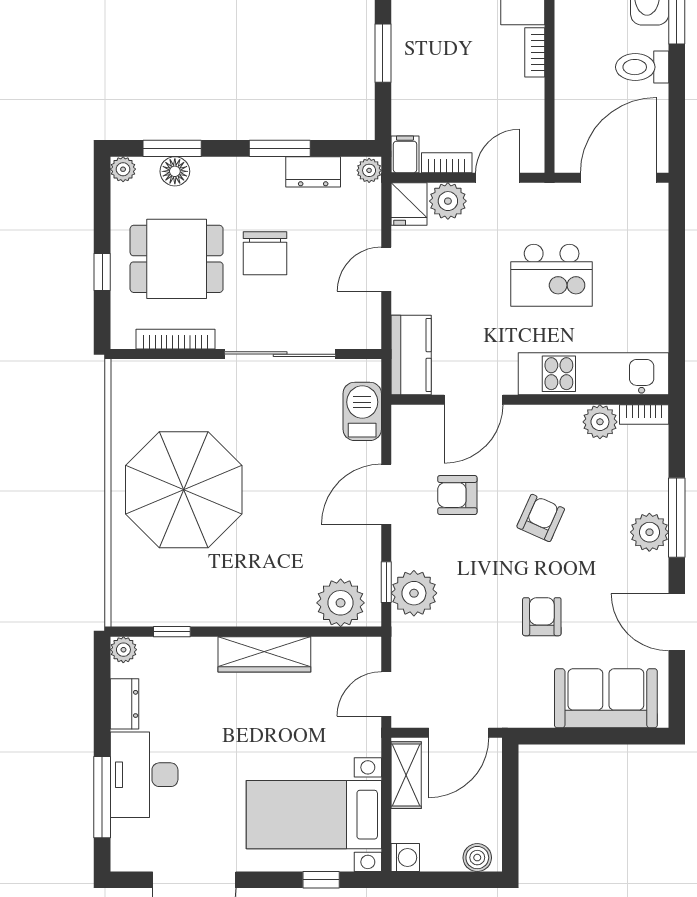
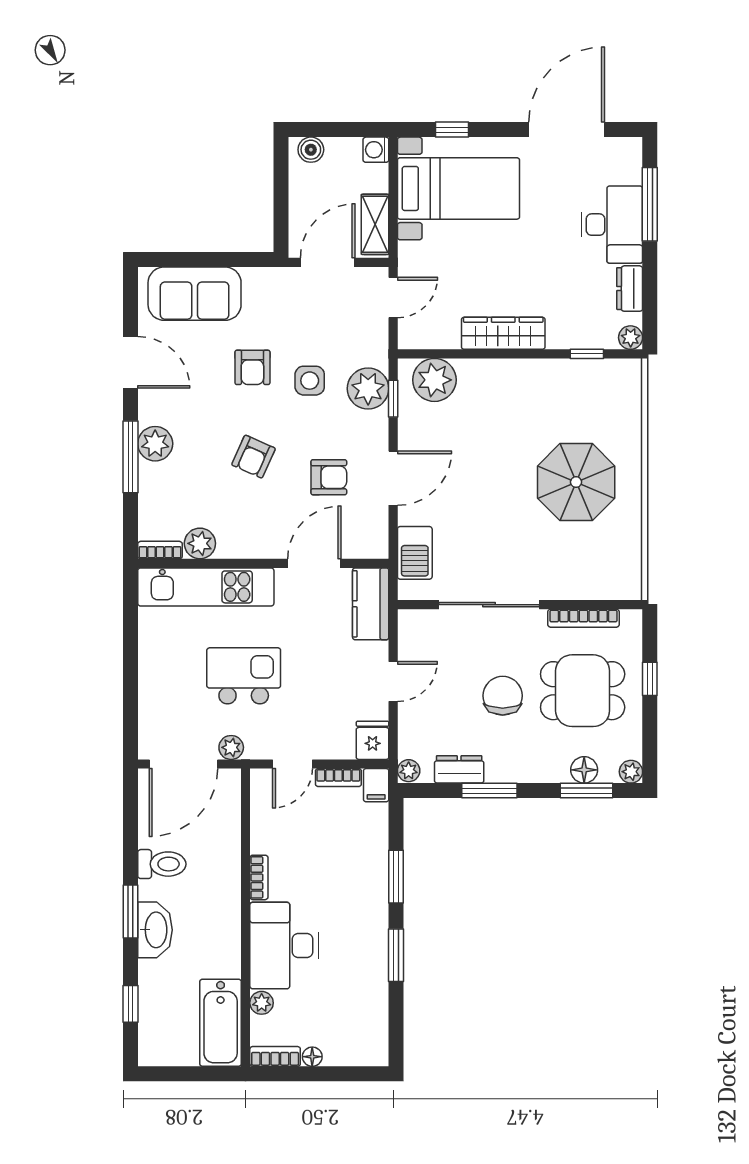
plant: (448, 201) -> (231, 747), moved, width x0.73, depth x0.73
parasol: (184, 490) -> (576, 482), width x0.73, depth x0.73
side table: (479, 602) -> (310, 381), added

